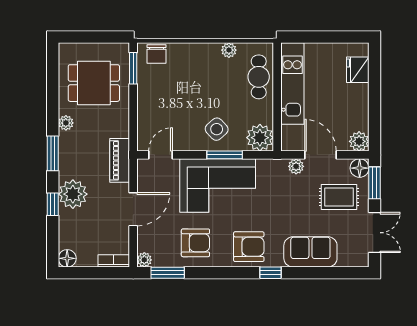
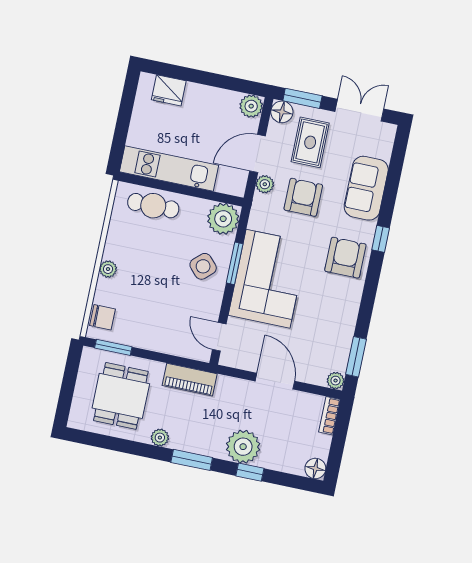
plant: (229, 50) -> (108, 269), moved
piano: (120, 160) -> (190, 380), moved
armchair: (195, 243) -> (303, 197), moved

